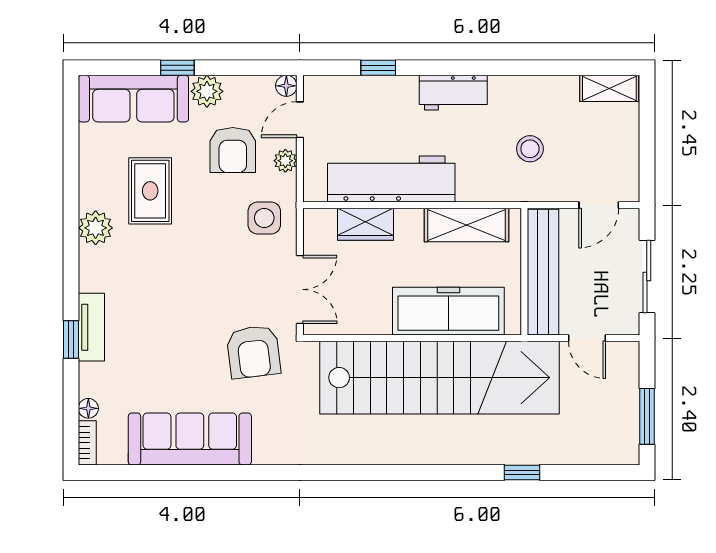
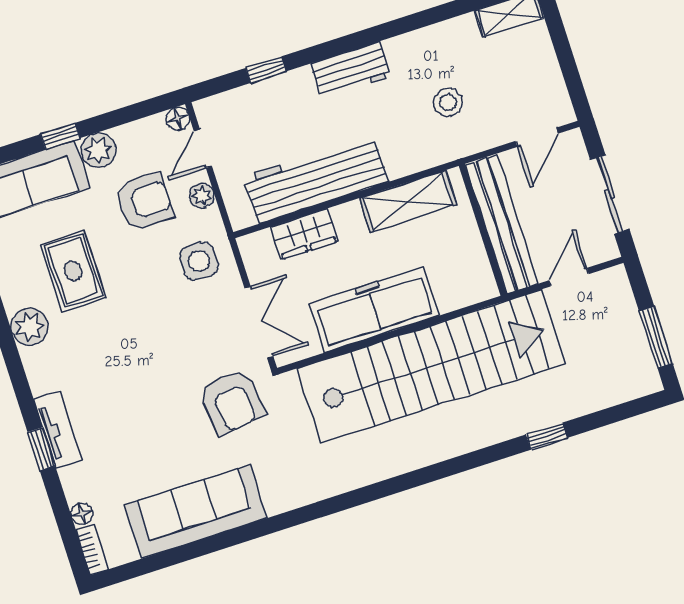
armchair: (233, 150) -> (144, 202), turned -90
freezer: (448, 311) -> (374, 310), moved
door: (587, 338) -> (569, 277), swing flipped

